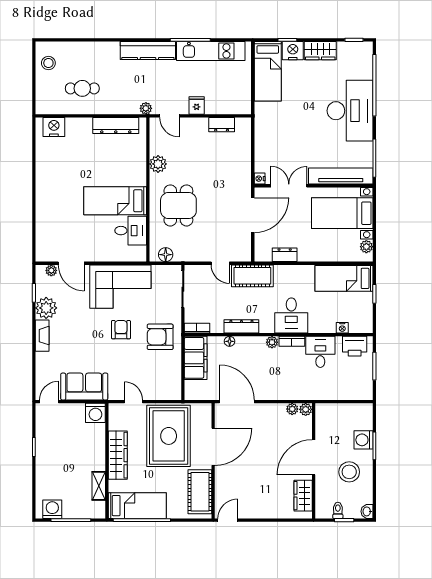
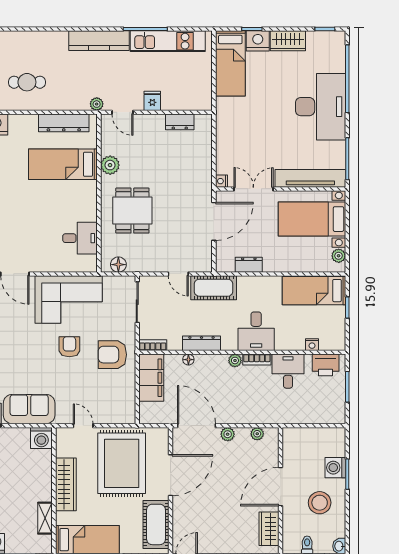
bed: (115, 201) -> (63, 164), moved
plant: (306, 409) -> (228, 434), moved

